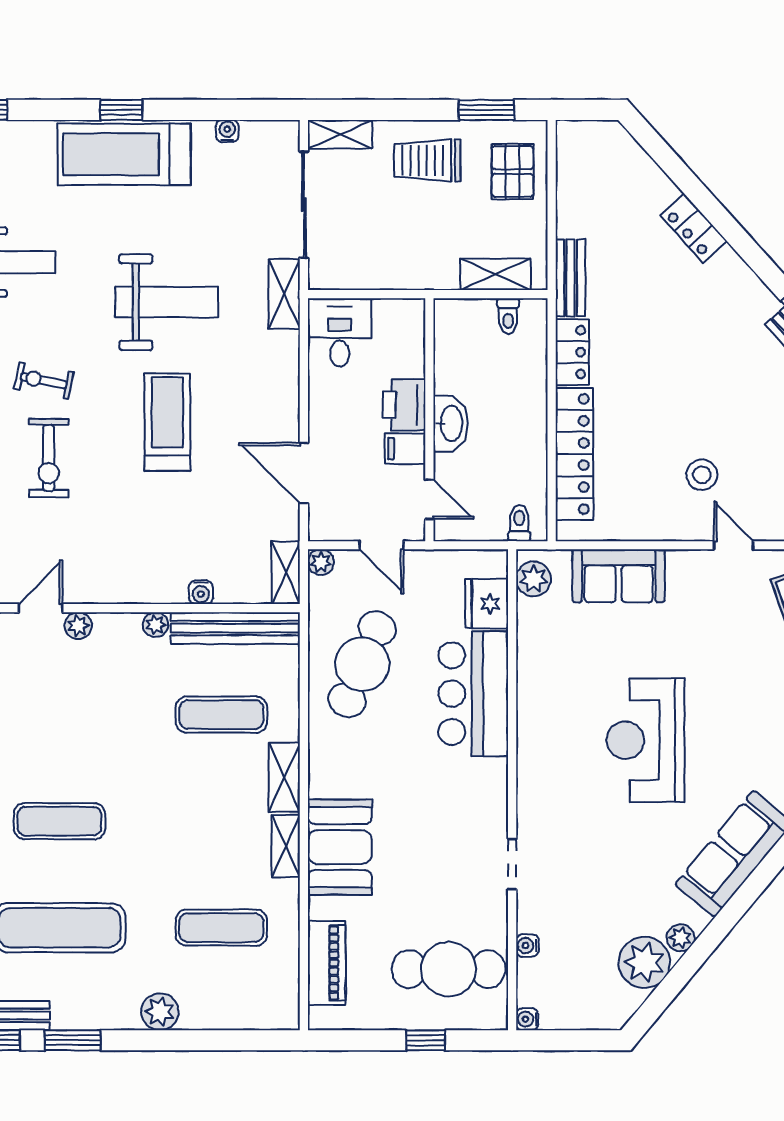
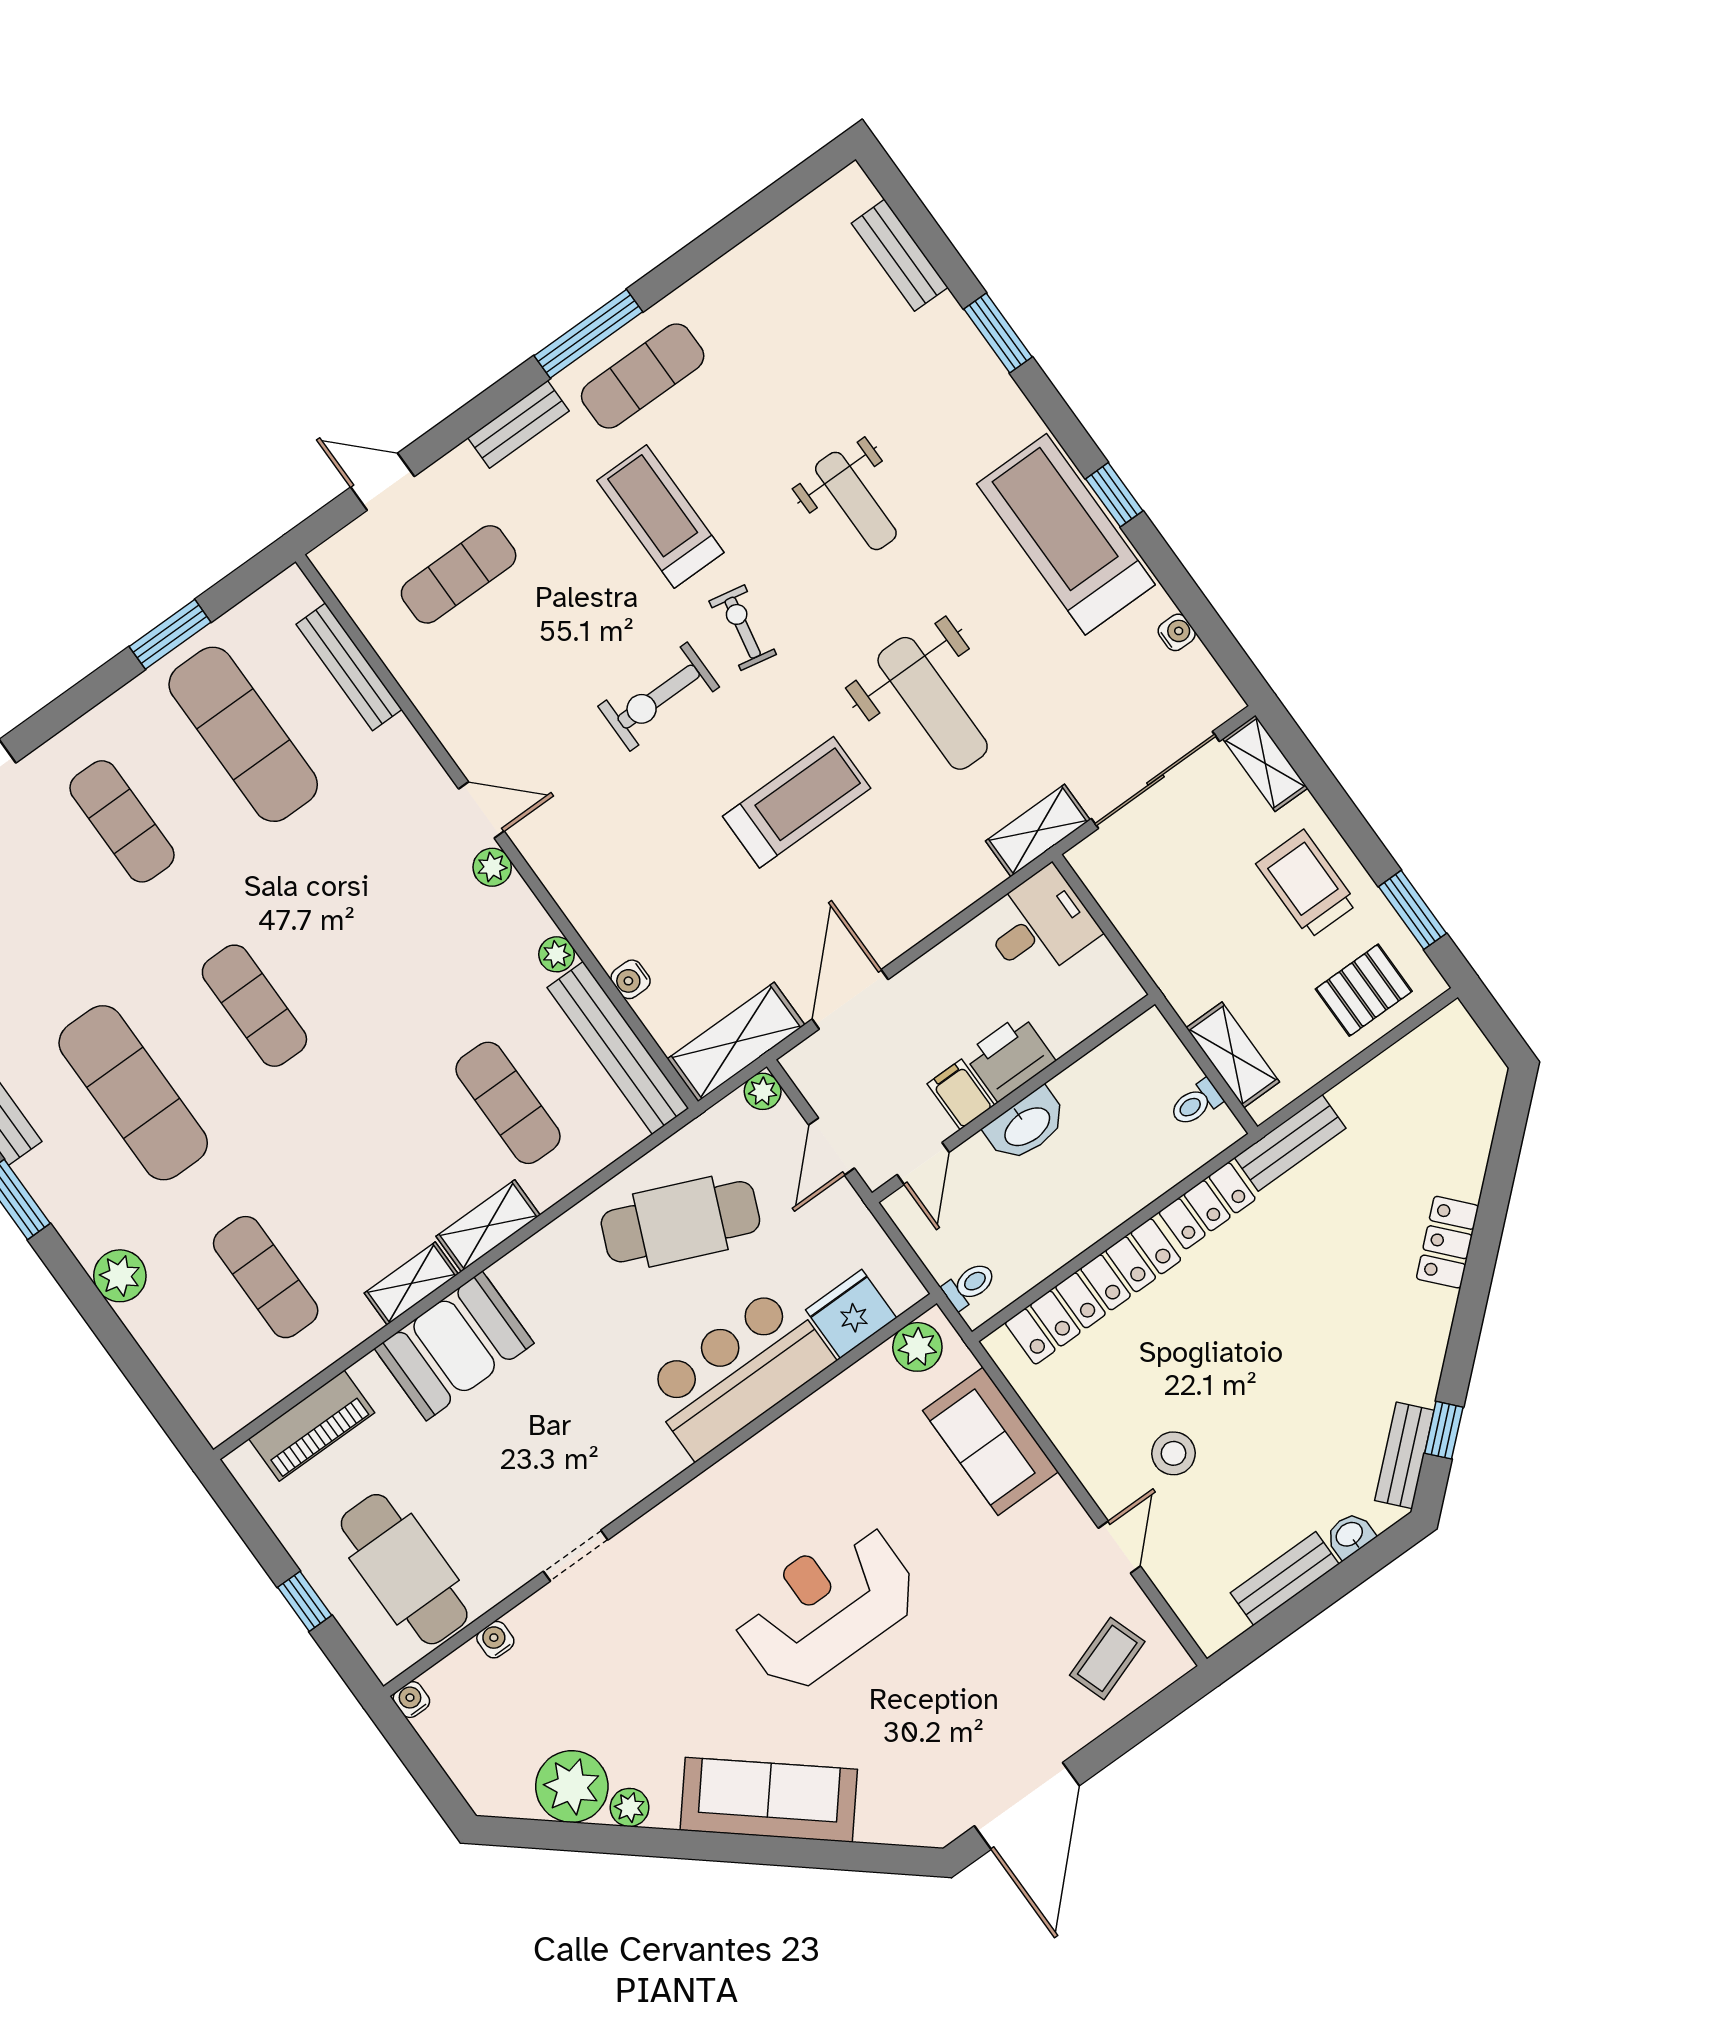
shelving: (286, 573) -> (736, 1042), width x1.50, depth x1.33

